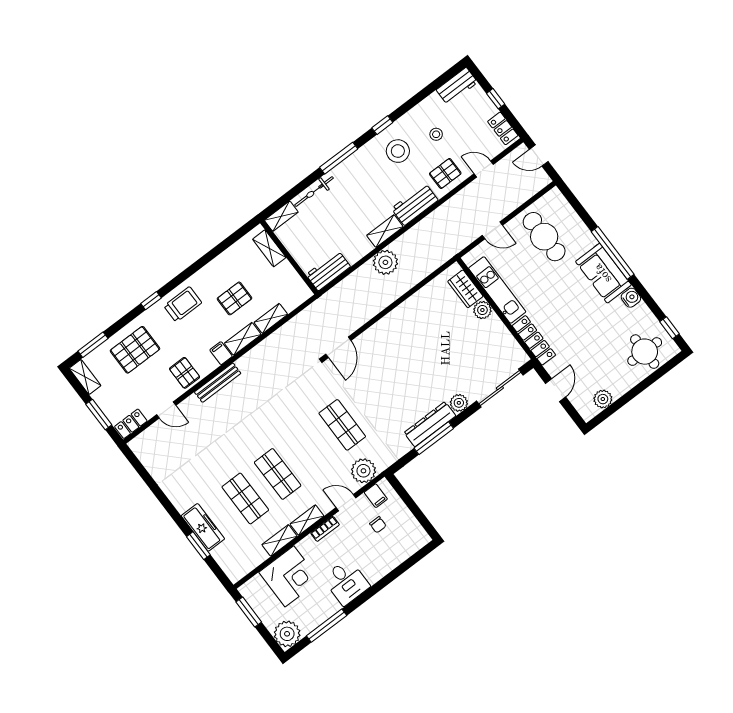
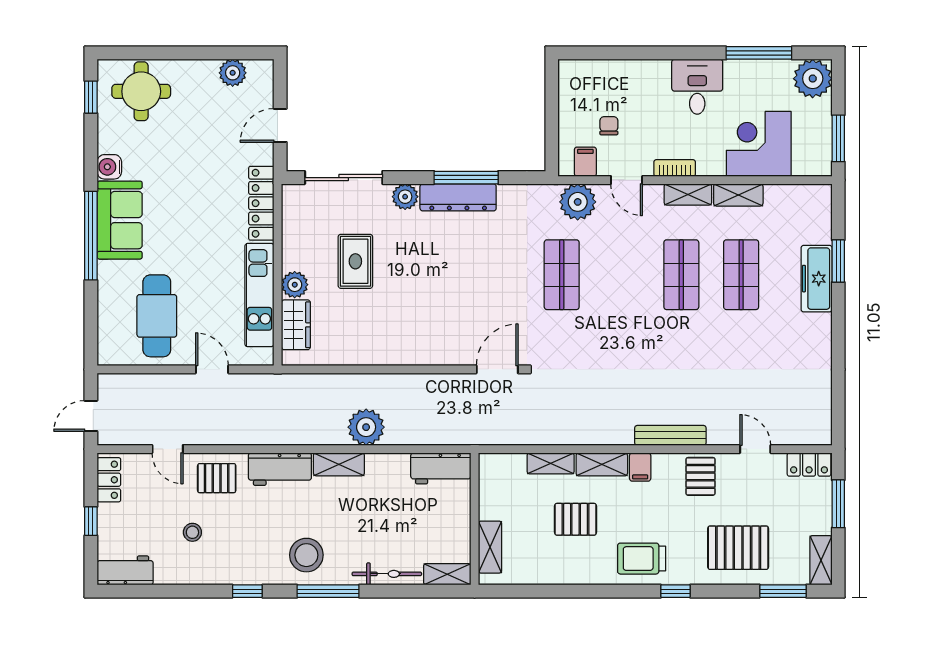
stool: (398, 151) -> (306, 555), moved
door: (539, 156) -> (91, 416), swing flipped
rug: (459, 348) -> (355, 261), added

